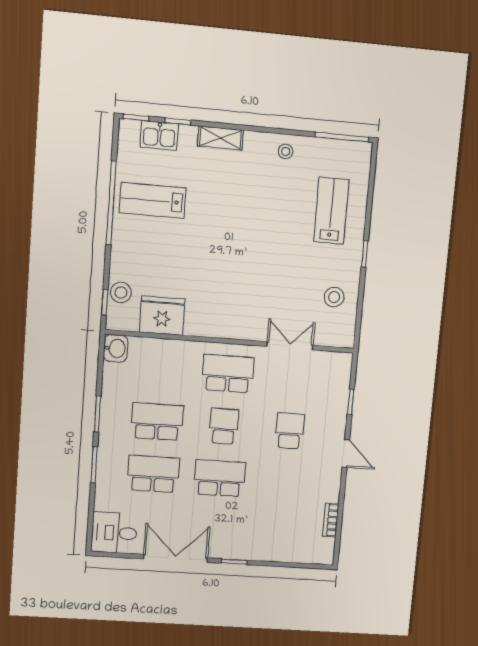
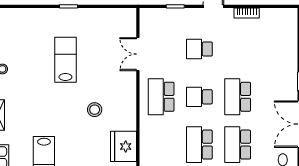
lab bench: (331, 211) -> (65, 60), moved, turned 90
stool: (334, 297) -> (95, 110), moved
bookcase: (331, 520) -> (247, 13), moved

